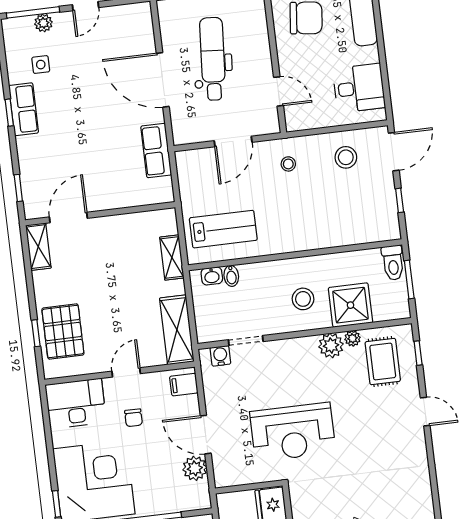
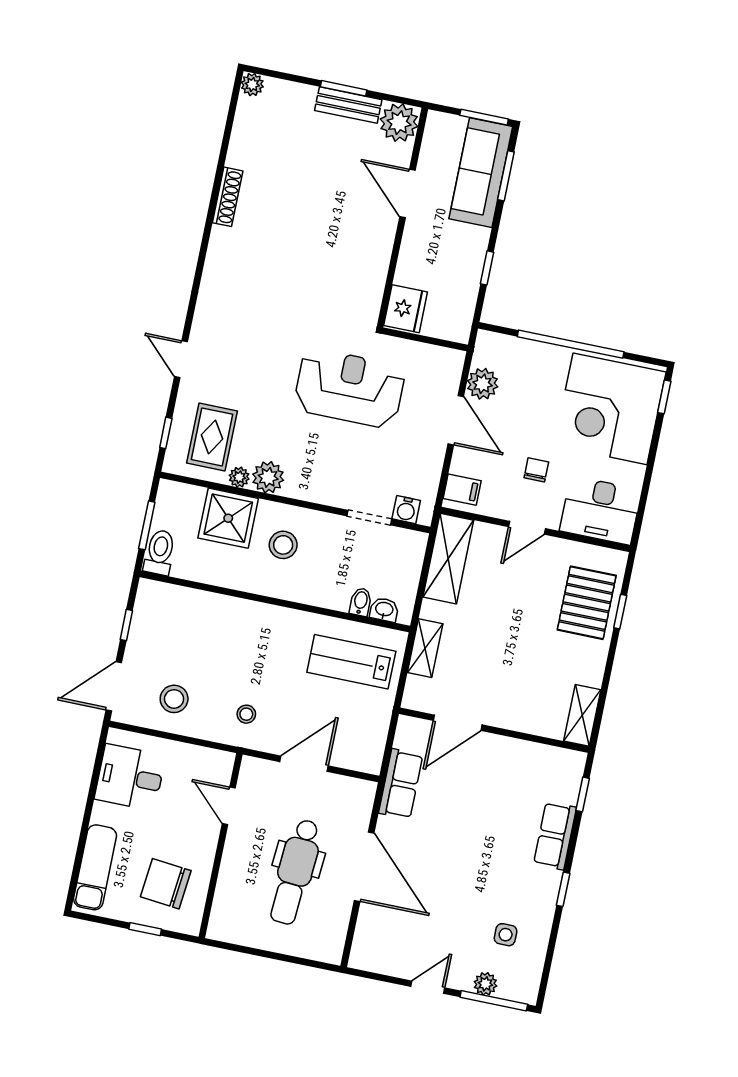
row of seats: (24, 109) -> (555, 836), moved
door: (68, 218) -> (458, 723), moved

